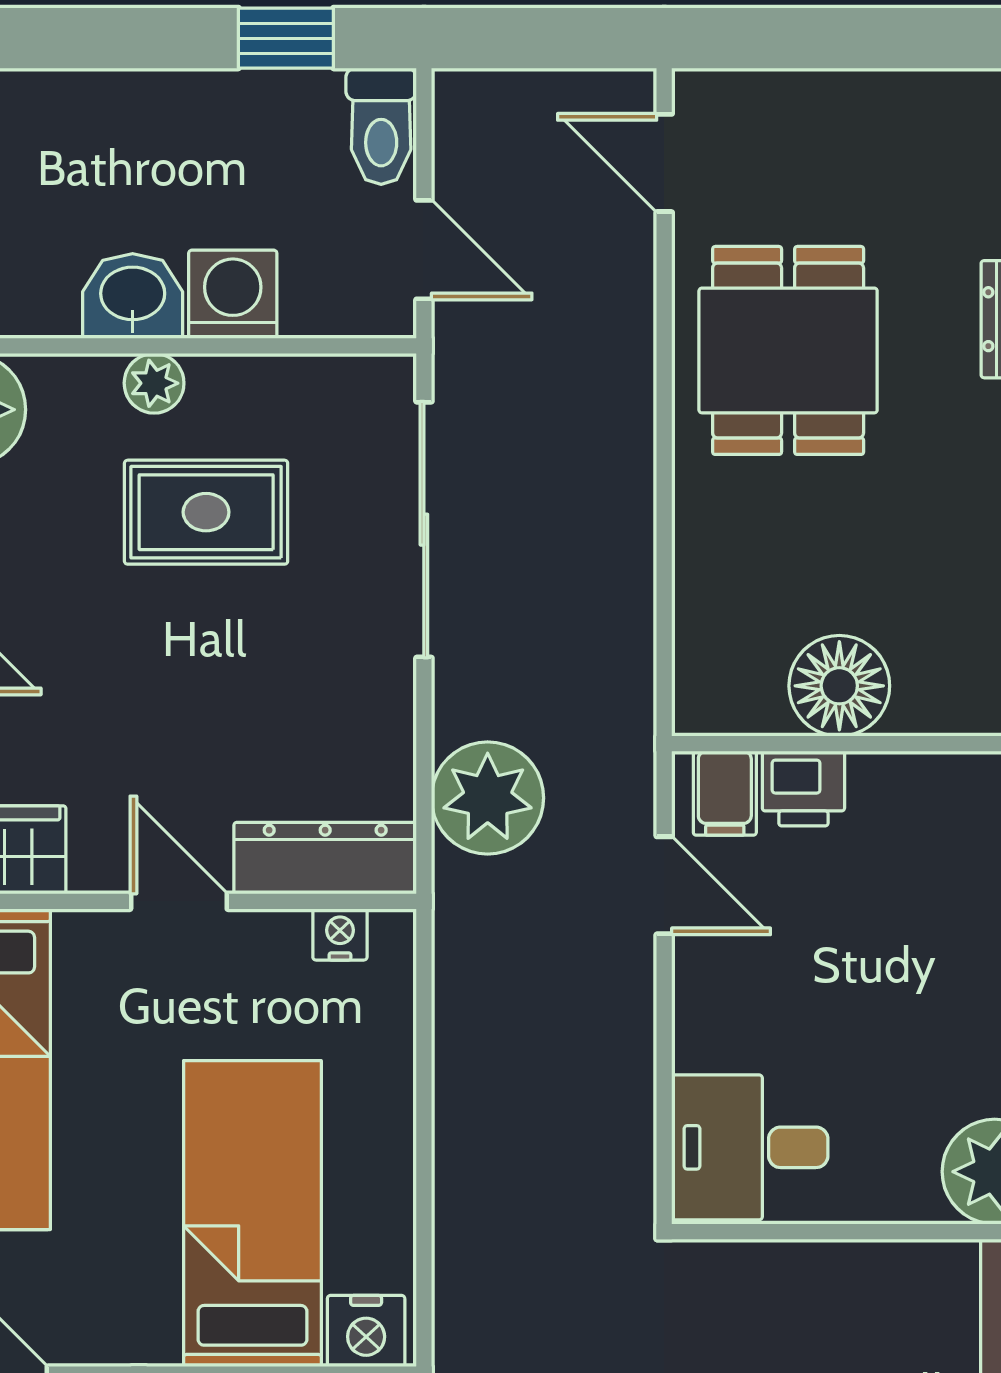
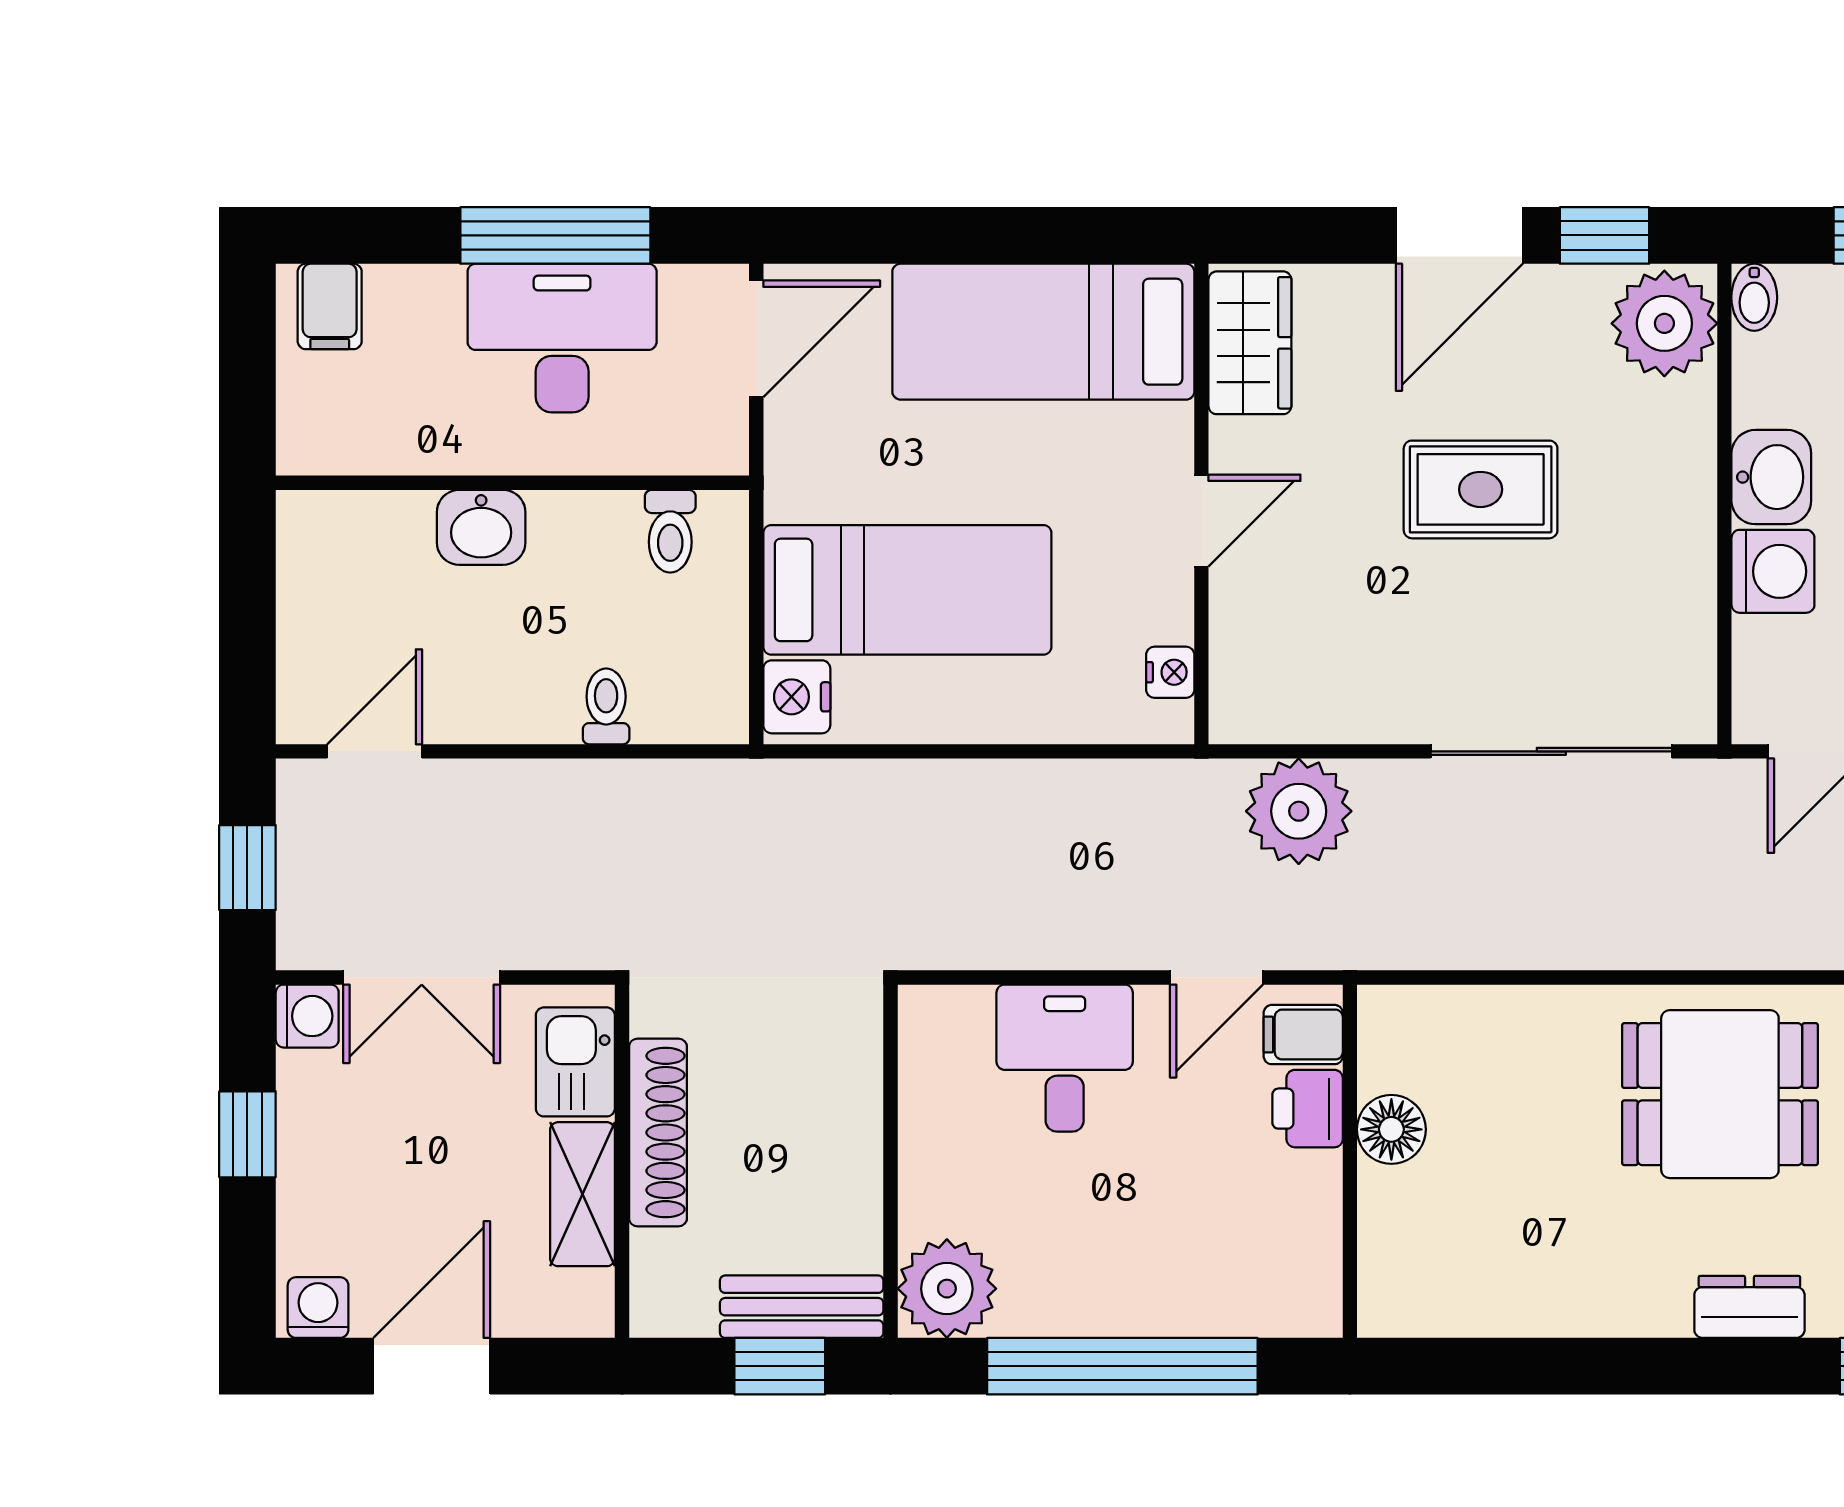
plant: (154, 383) -> (1689, 497), removed
rug: (206, 512) -> (1481, 489), moved, turned 90
floor lamp: (839, 686) -> (1391, 1129), width x0.73, depth x0.73
dresser: (325, 858) -> (1242, 658), removed
desk: (750, 1147) -> (1065, 1058), moved

